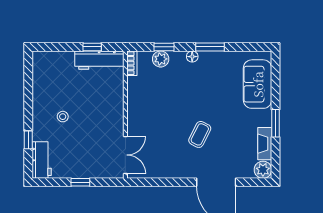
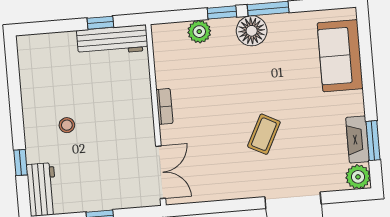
window: (164, 47) -> (222, 12), moved
floor lamp: (192, 57) -> (252, 31), width x1.89, depth x1.89
bookcase: (132, 63) -> (164, 106), moved
window: (276, 123) -> (373, 141), moved

